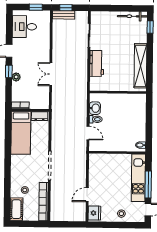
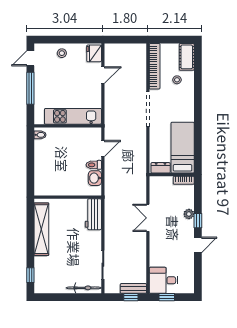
bicycle: (132, 16) -> (84, 288), moved
desk: (24, 27) -> (164, 280), moved, turned 180
workbench: (97, 63) -> (93, 214), moved
double door: (51, 74) -> (148, 218), swing flipped
door: (88, 133) -> (103, 149), swing flipped
kitchen unit: (138, 178) -> (73, 116), moved, turned -90

